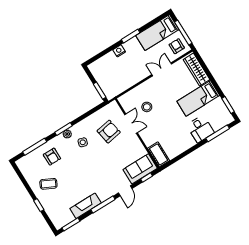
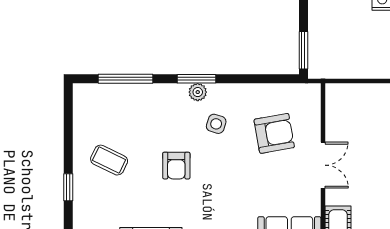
stool: (147, 107) -> (370, 132), removed
double door: (131, 124) -> (323, 165), moved
armchair: (52, 157) -> (176, 166), moved

